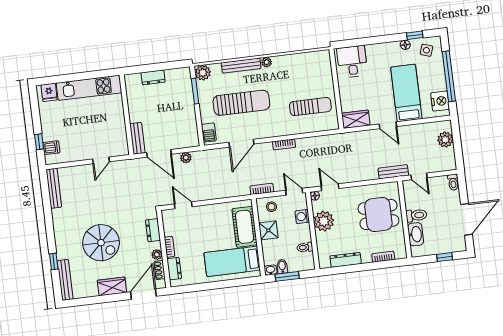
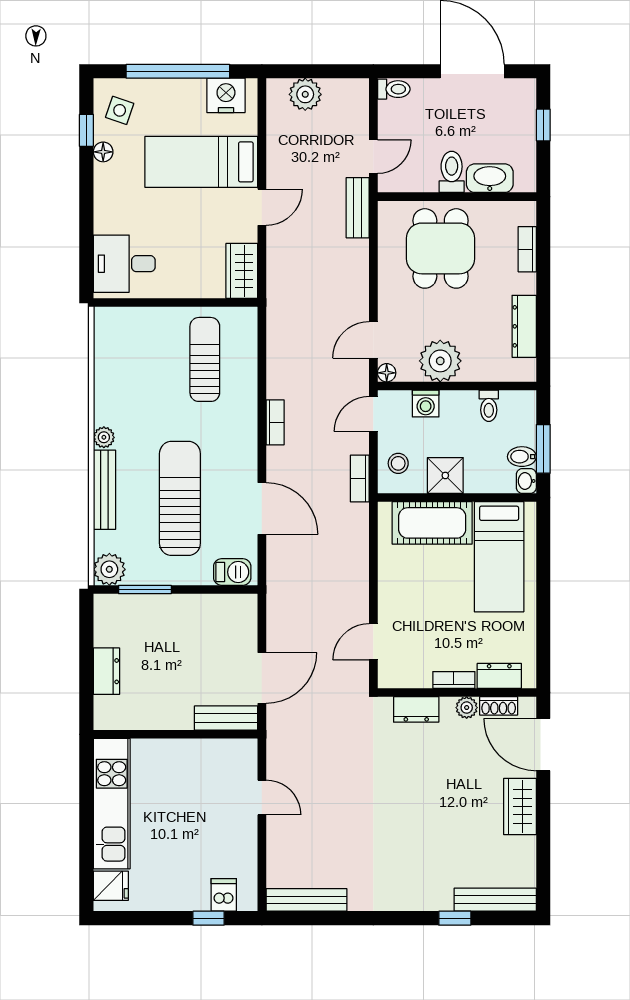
plant: (186, 158) -> (277, 625), removed
spiral stairs: (101, 243) -> (429, 818), removed

